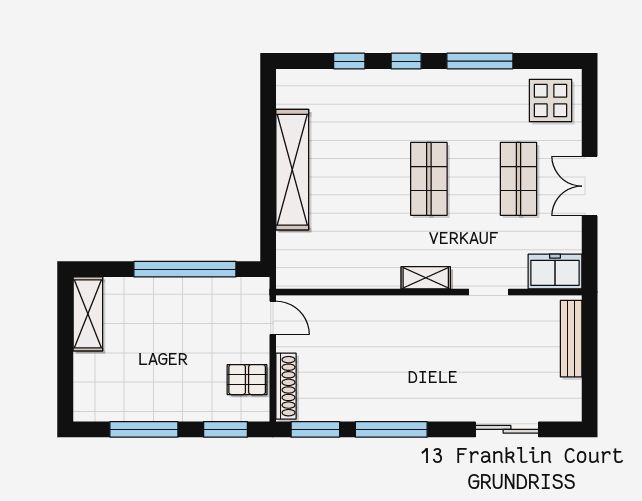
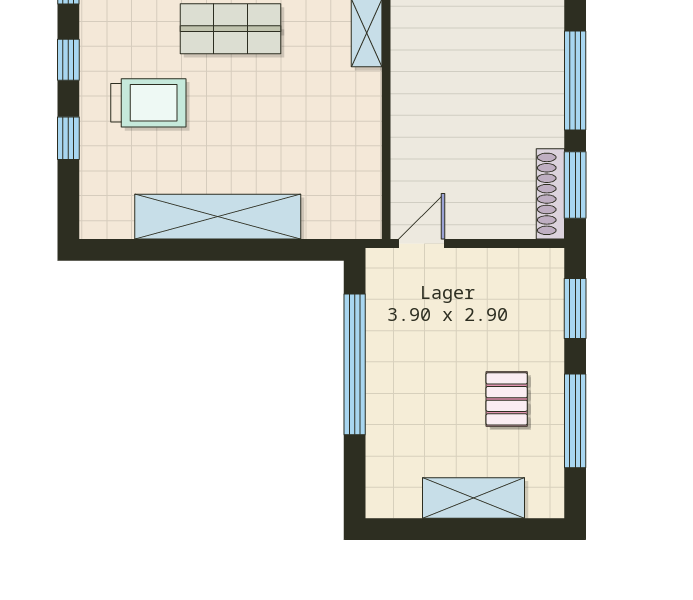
trolley: (375, 119) -> (148, 103), added
shelving: (88, 314) -> (474, 498), moved
pallet: (247, 380) -> (507, 399), moved
shoe rack: (286, 386) -> (550, 194), moved, turned -90

